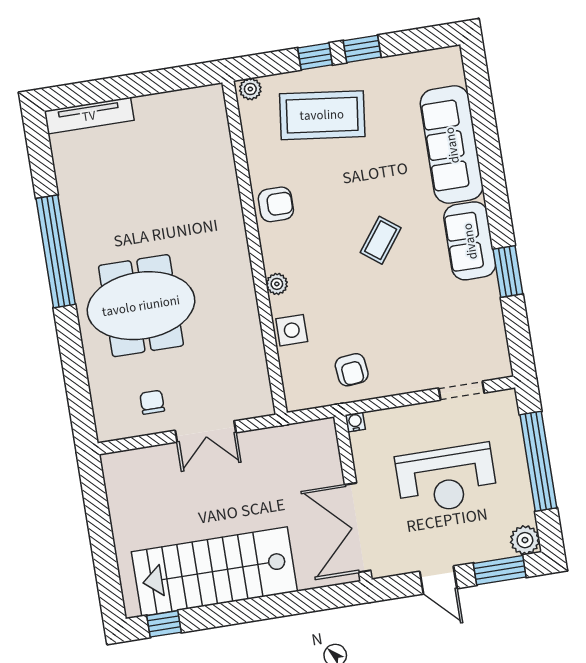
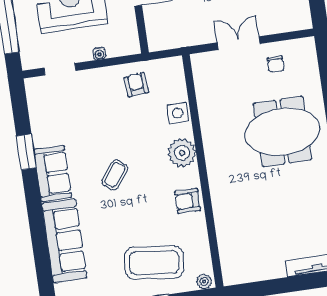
plant: (277, 284) -> (182, 153), width x1.88, depth x1.88
water cooler: (355, 422) -> (99, 53), moved

